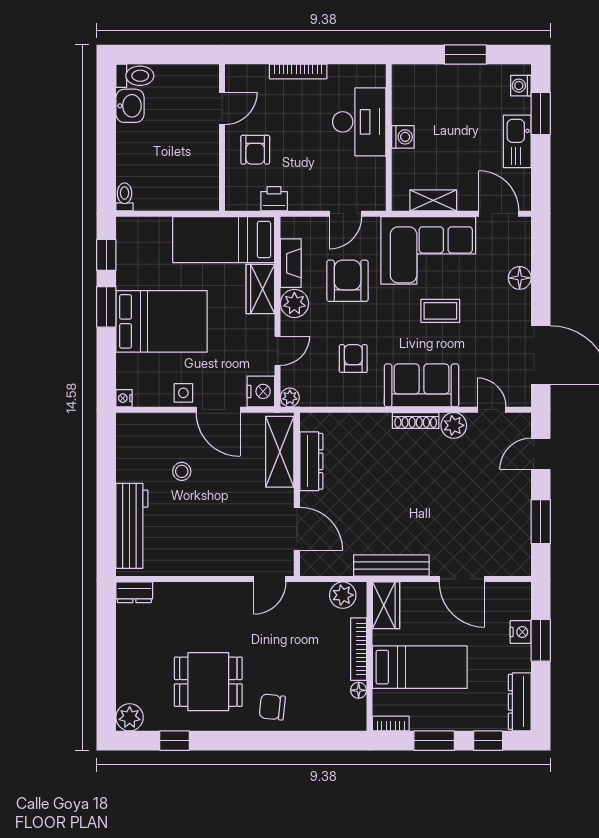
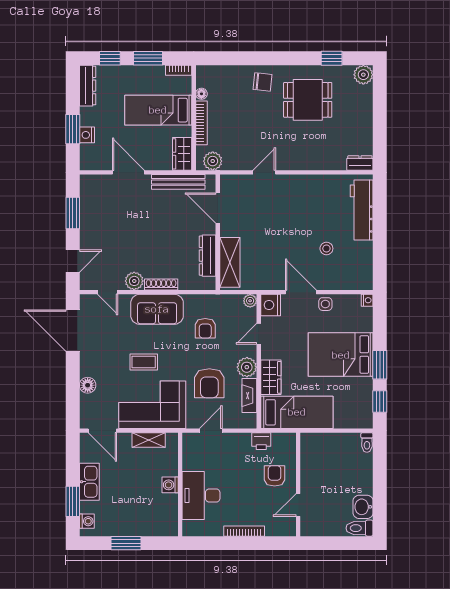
shelving: (280, 452) -> (230, 262), moved
dresser: (311, 461) -> (208, 256), moved
wall: (297, 494) -> (218, 232), moved
door: (297, 529) -> (218, 208), moved

